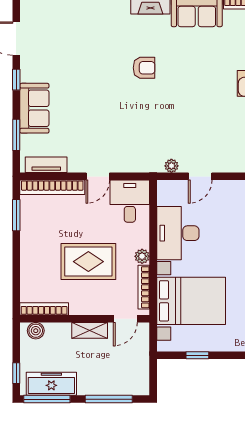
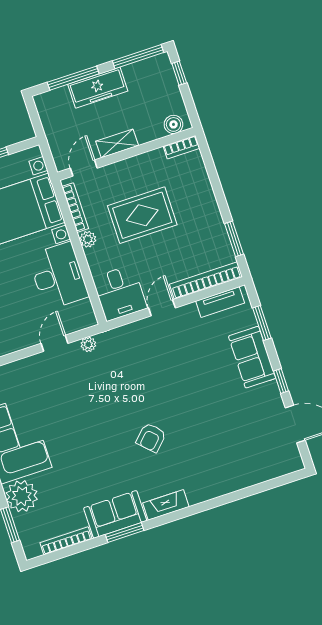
armchair: (144, 68) -> (151, 438), turned -45
bookcase: (44, 309) -> (181, 147), width x0.64
freezer: (51, 384) -> (98, 88), moved

